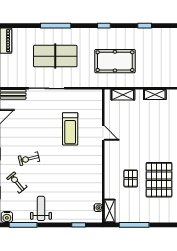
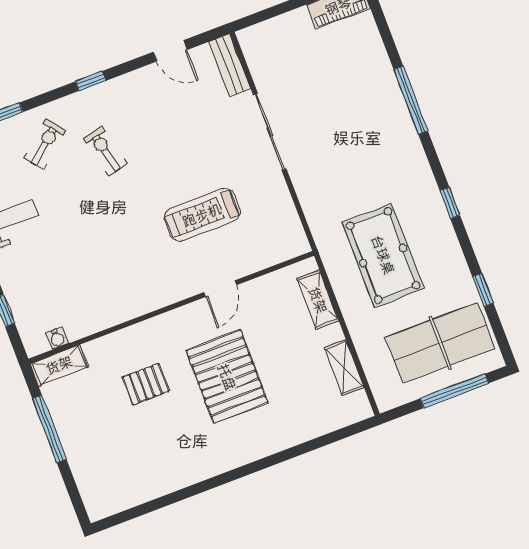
table tennis table: (55, 56) -> (440, 343), moved, turned 90
pallet: (159, 180) -> (227, 377), moved, turned 90

